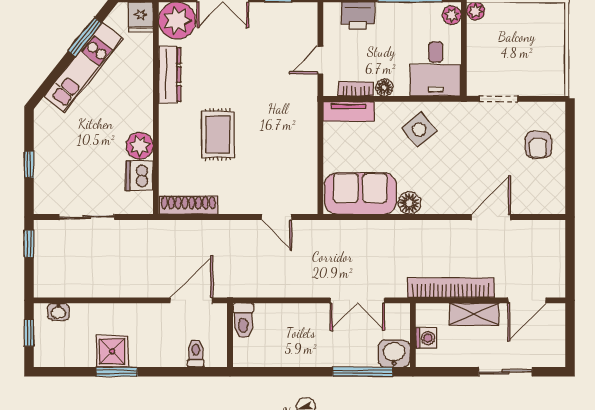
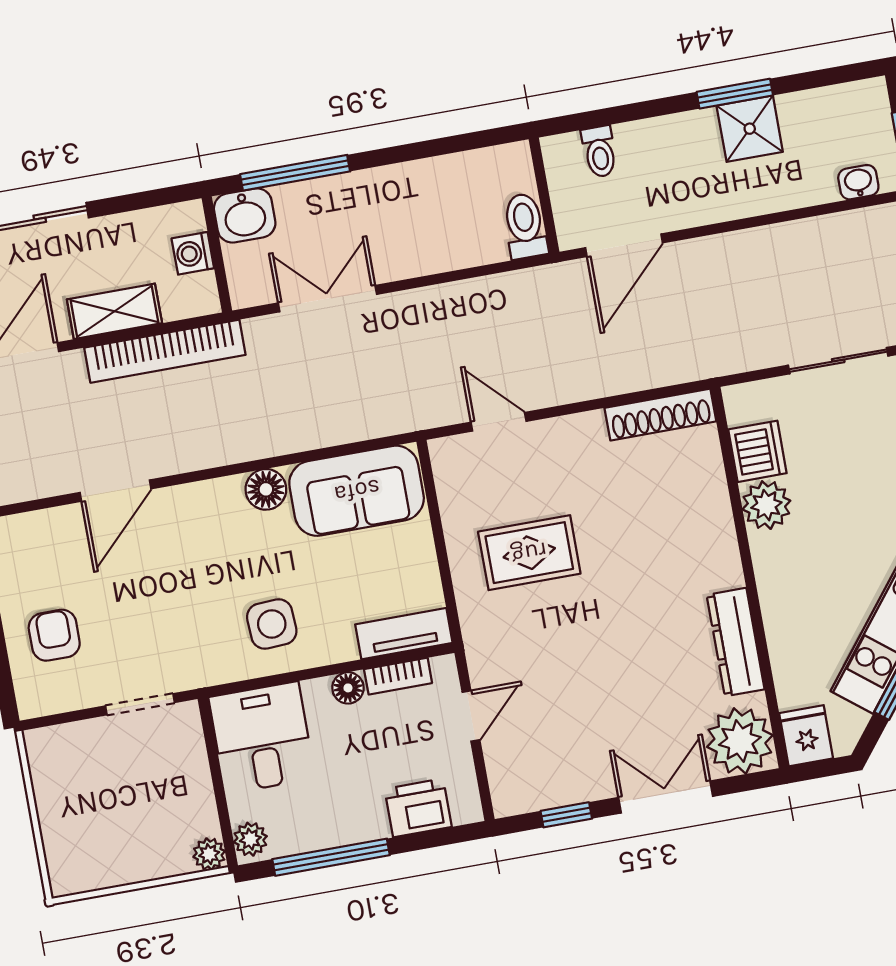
side table: (419, 130) -> (272, 624), turned 37
rug: (218, 134) -> (529, 553), moved, turned 90

